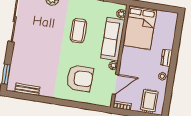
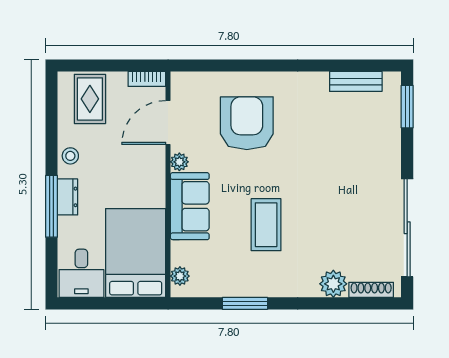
desk: (166, 22) -> (81, 273), added
sofa: (113, 39) -> (190, 206), width x0.73
window: (174, 55) -> (52, 206), added
armchair: (80, 78) -> (247, 123), turned 90

